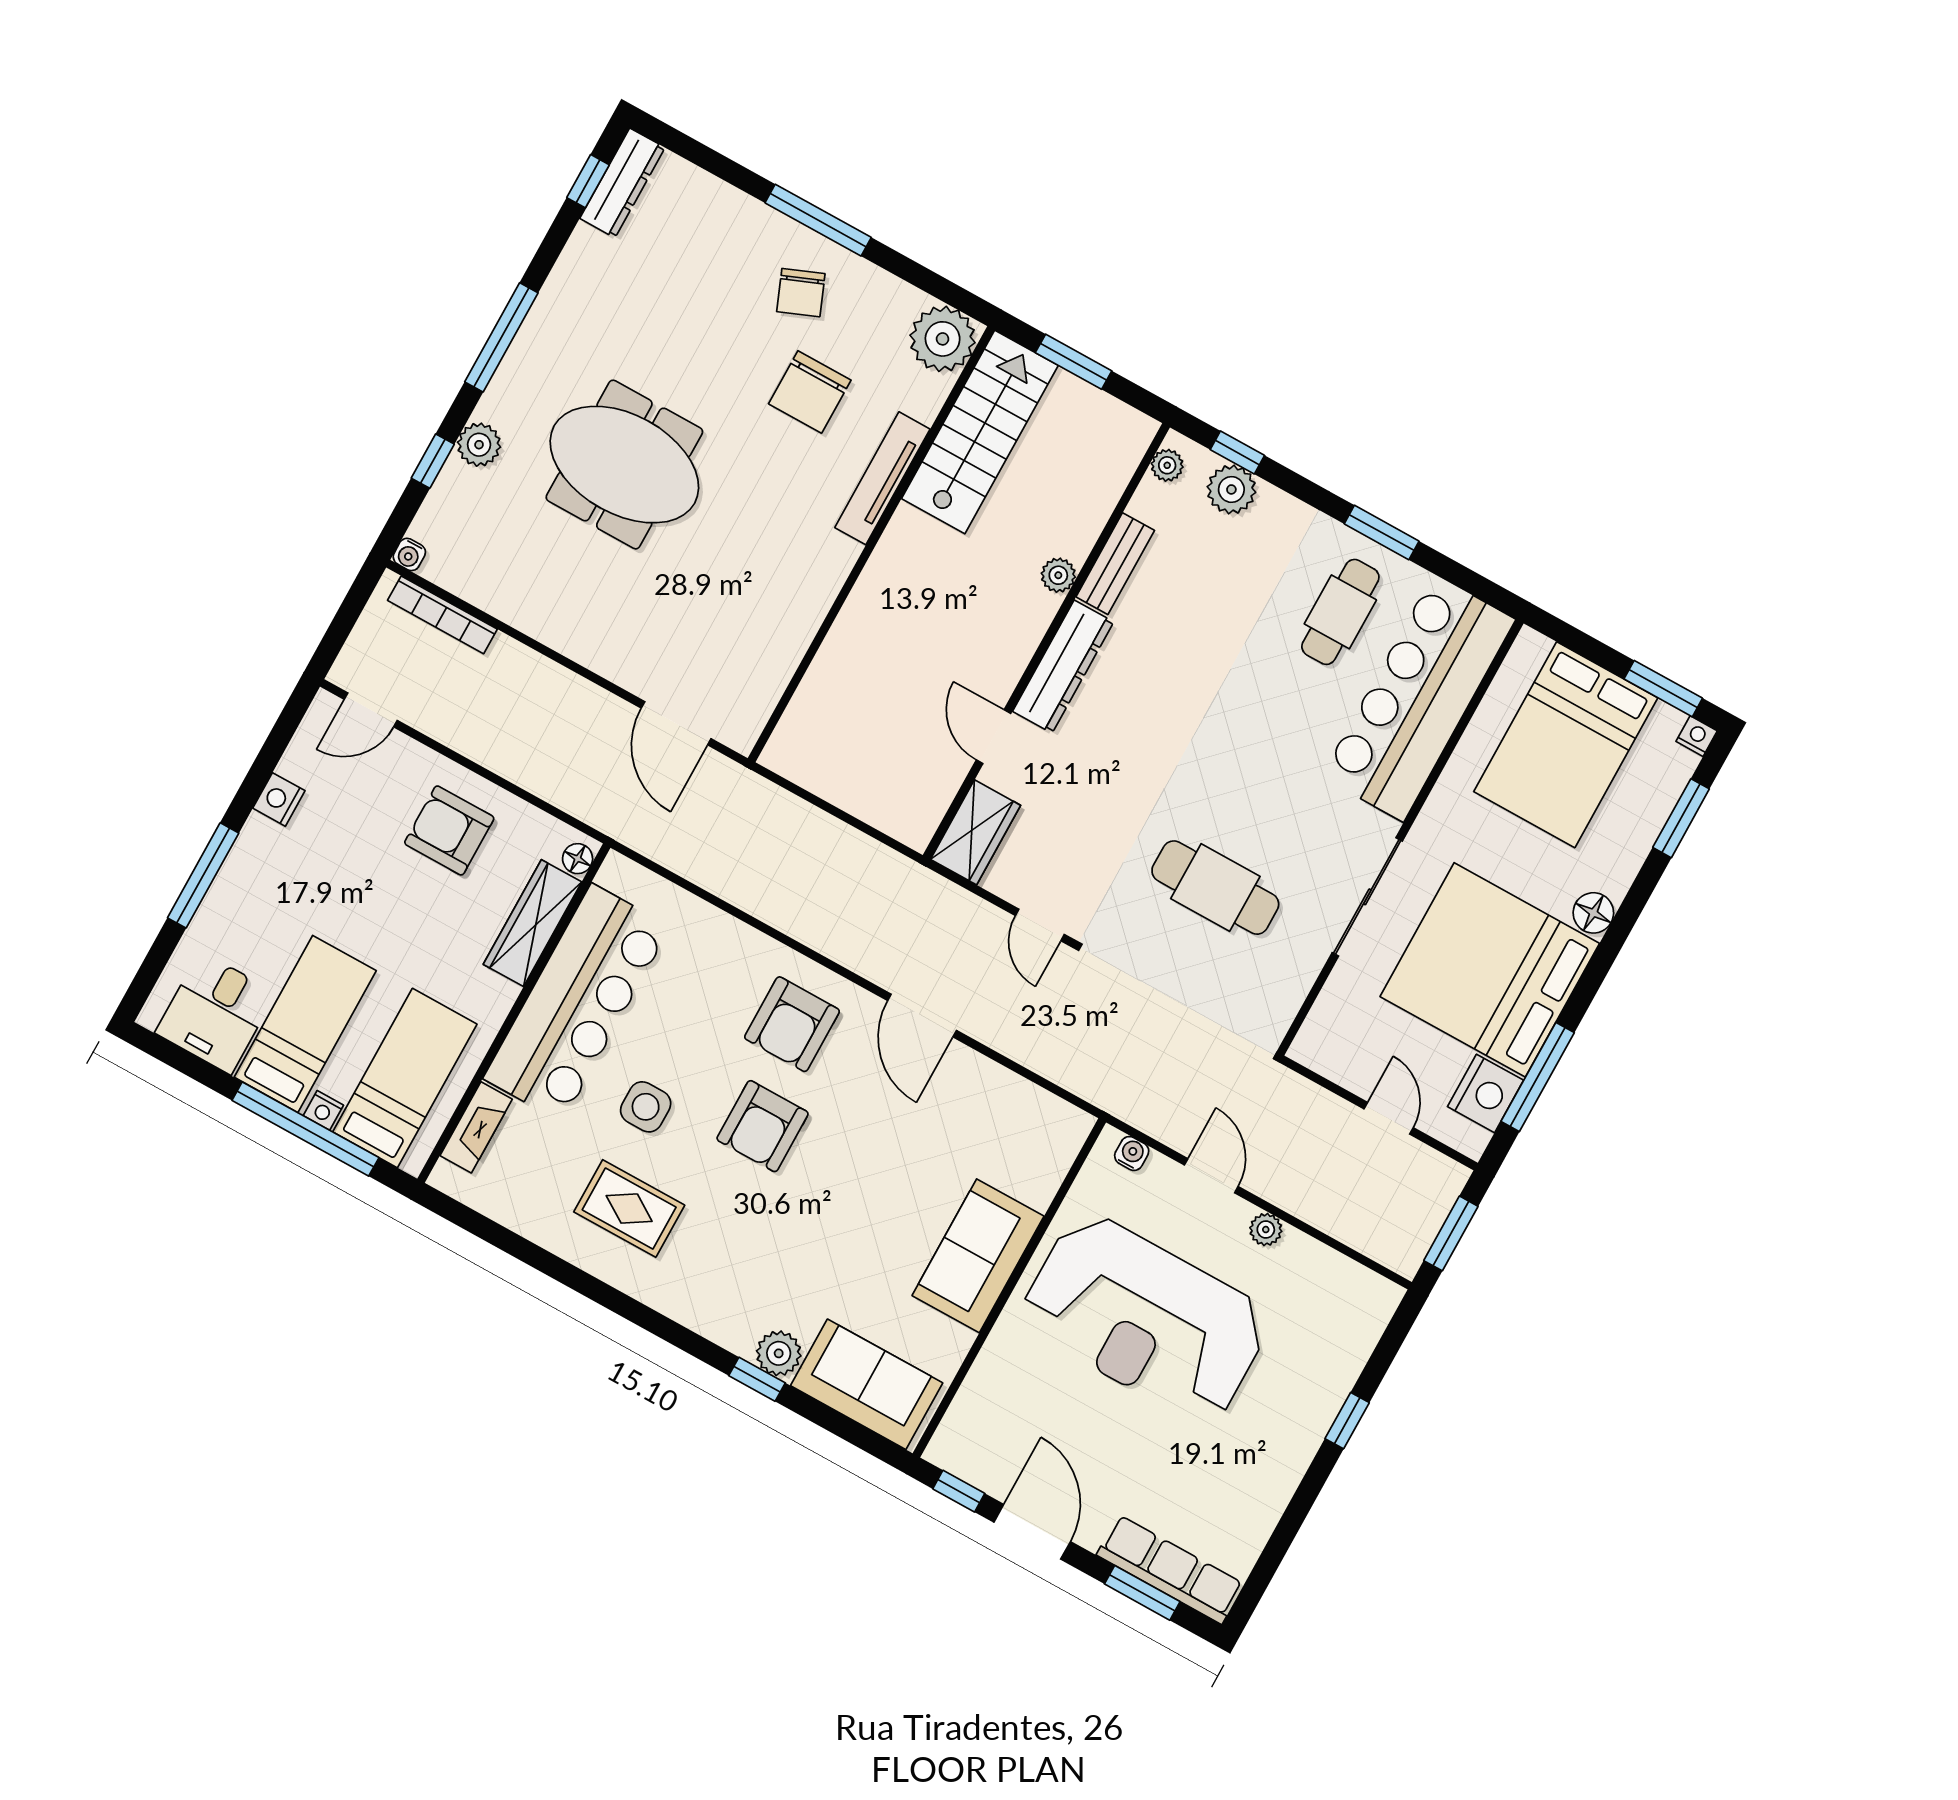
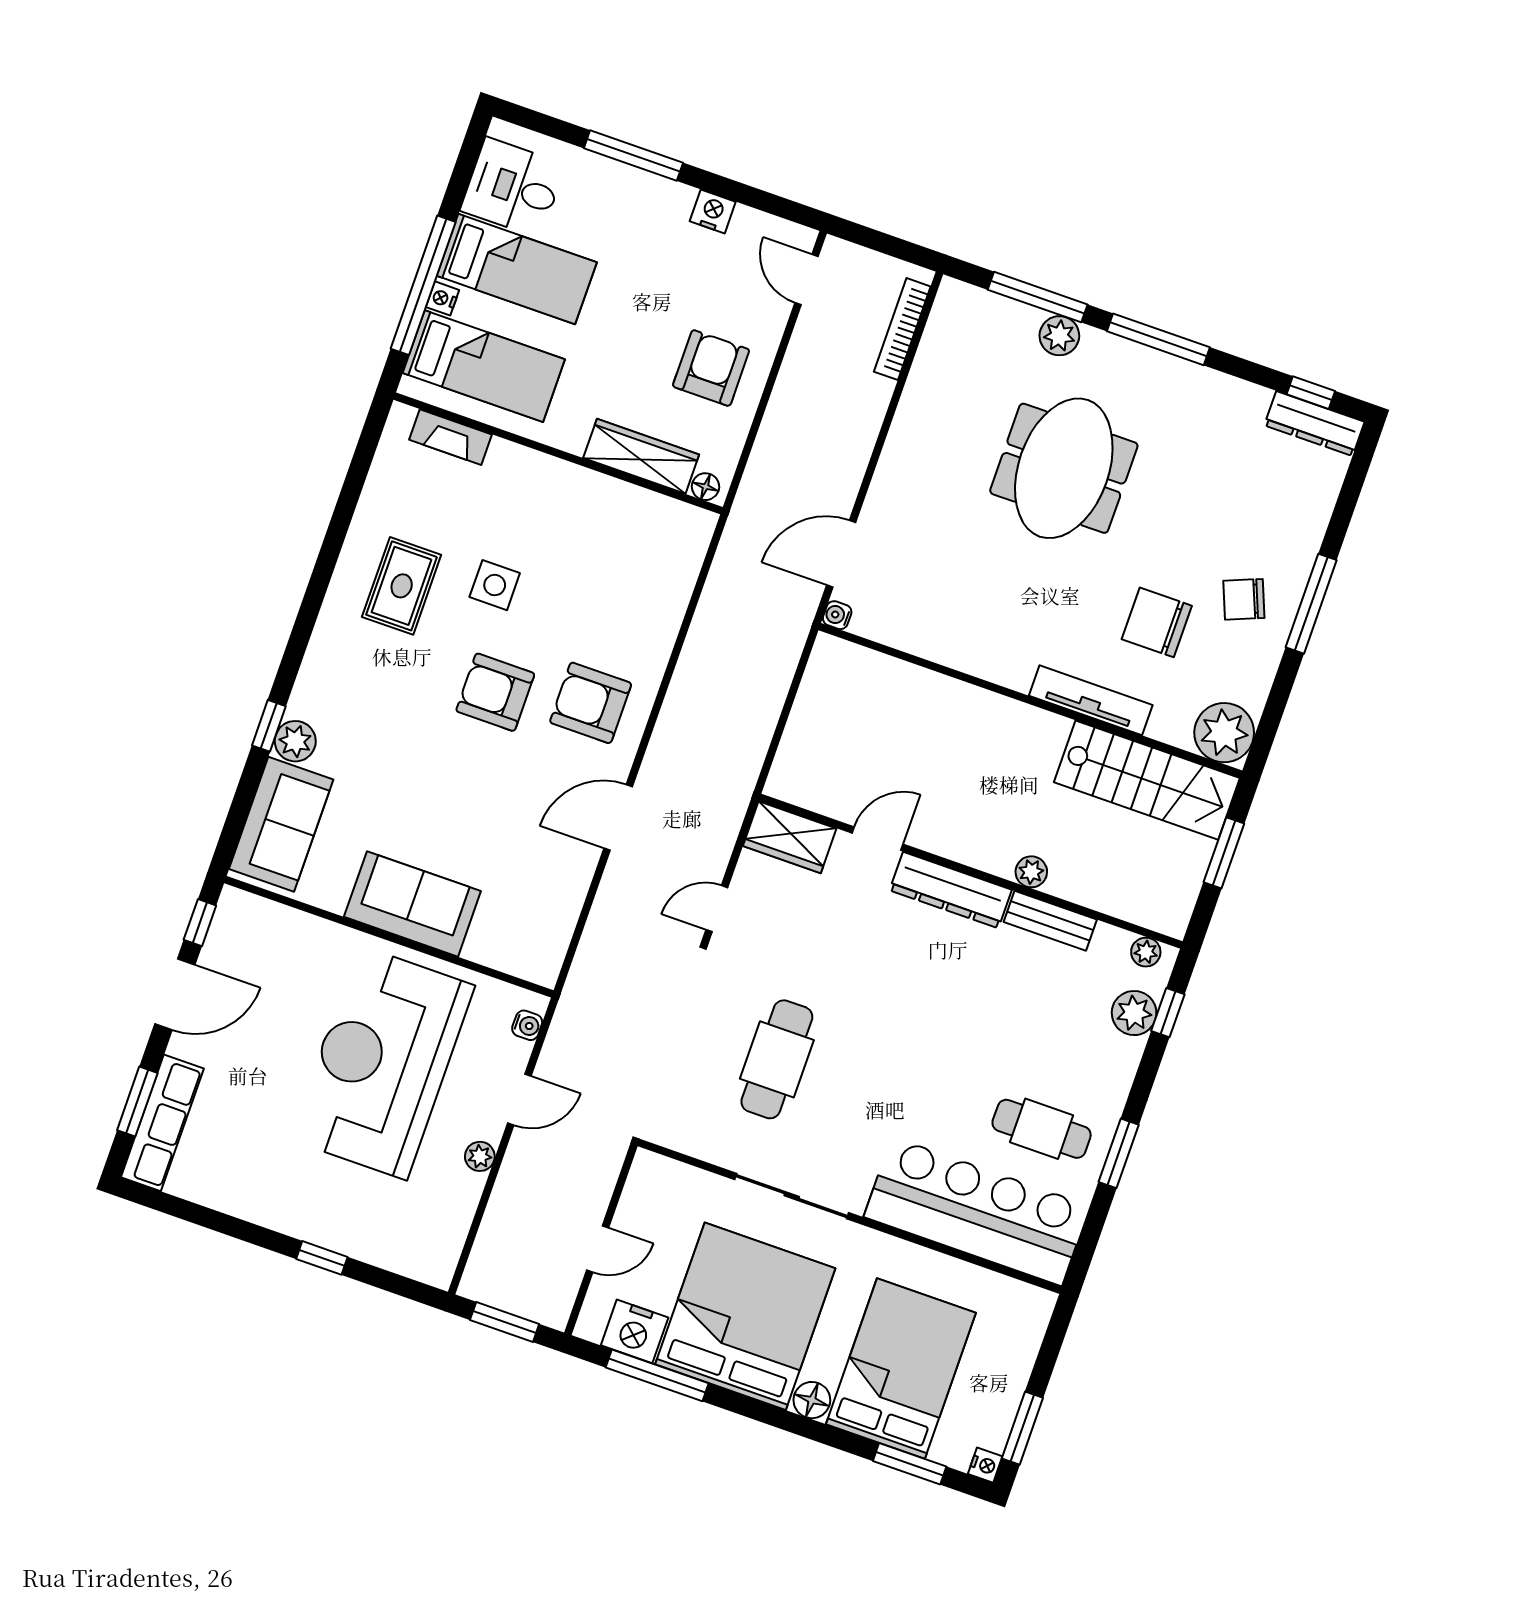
window: (433, 461) -> (1038, 297), width x2.17
water cooler: (409, 554) -> (837, 615), moved
bed: (1566, 745) -> (901, 1368), moved, turned 90
bar counter: (577, 1003) -> (577, 508), removed

